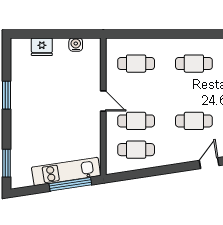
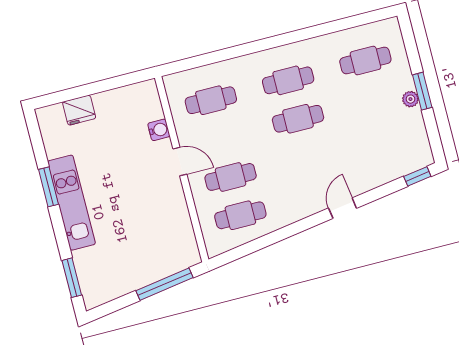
water cooler: (76, 45) -> (159, 130), moved, turned 90
cafe table: (194, 121) -> (298, 119), moved
kitchen unit: (66, 171) -> (71, 203), moved, turned 99

